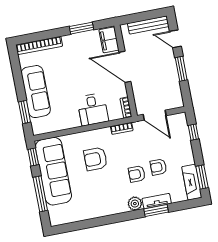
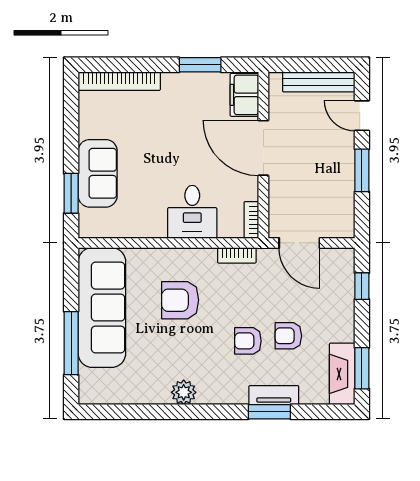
sofa: (36, 92) -> (98, 173), width x0.73
window: (33, 157) -> (71, 276), removed
plant: (135, 204) -> (184, 392), moved

